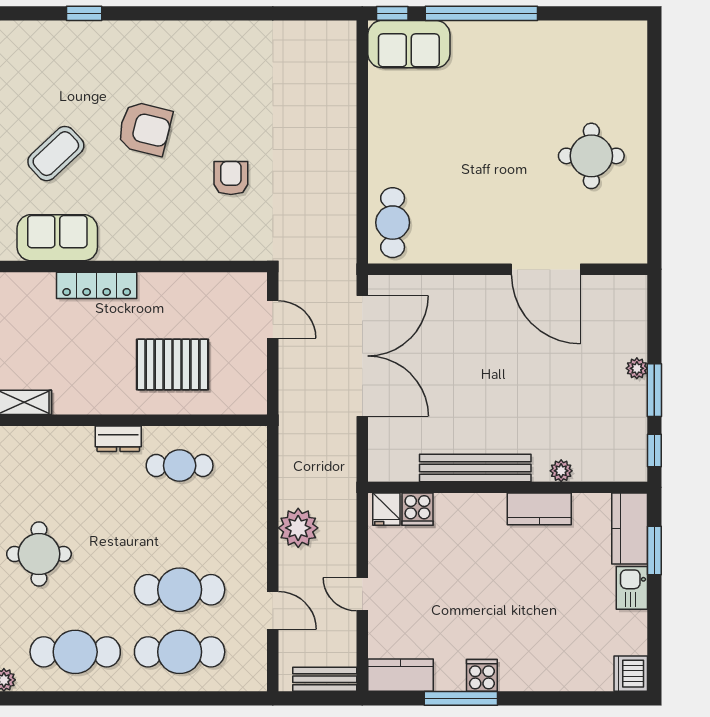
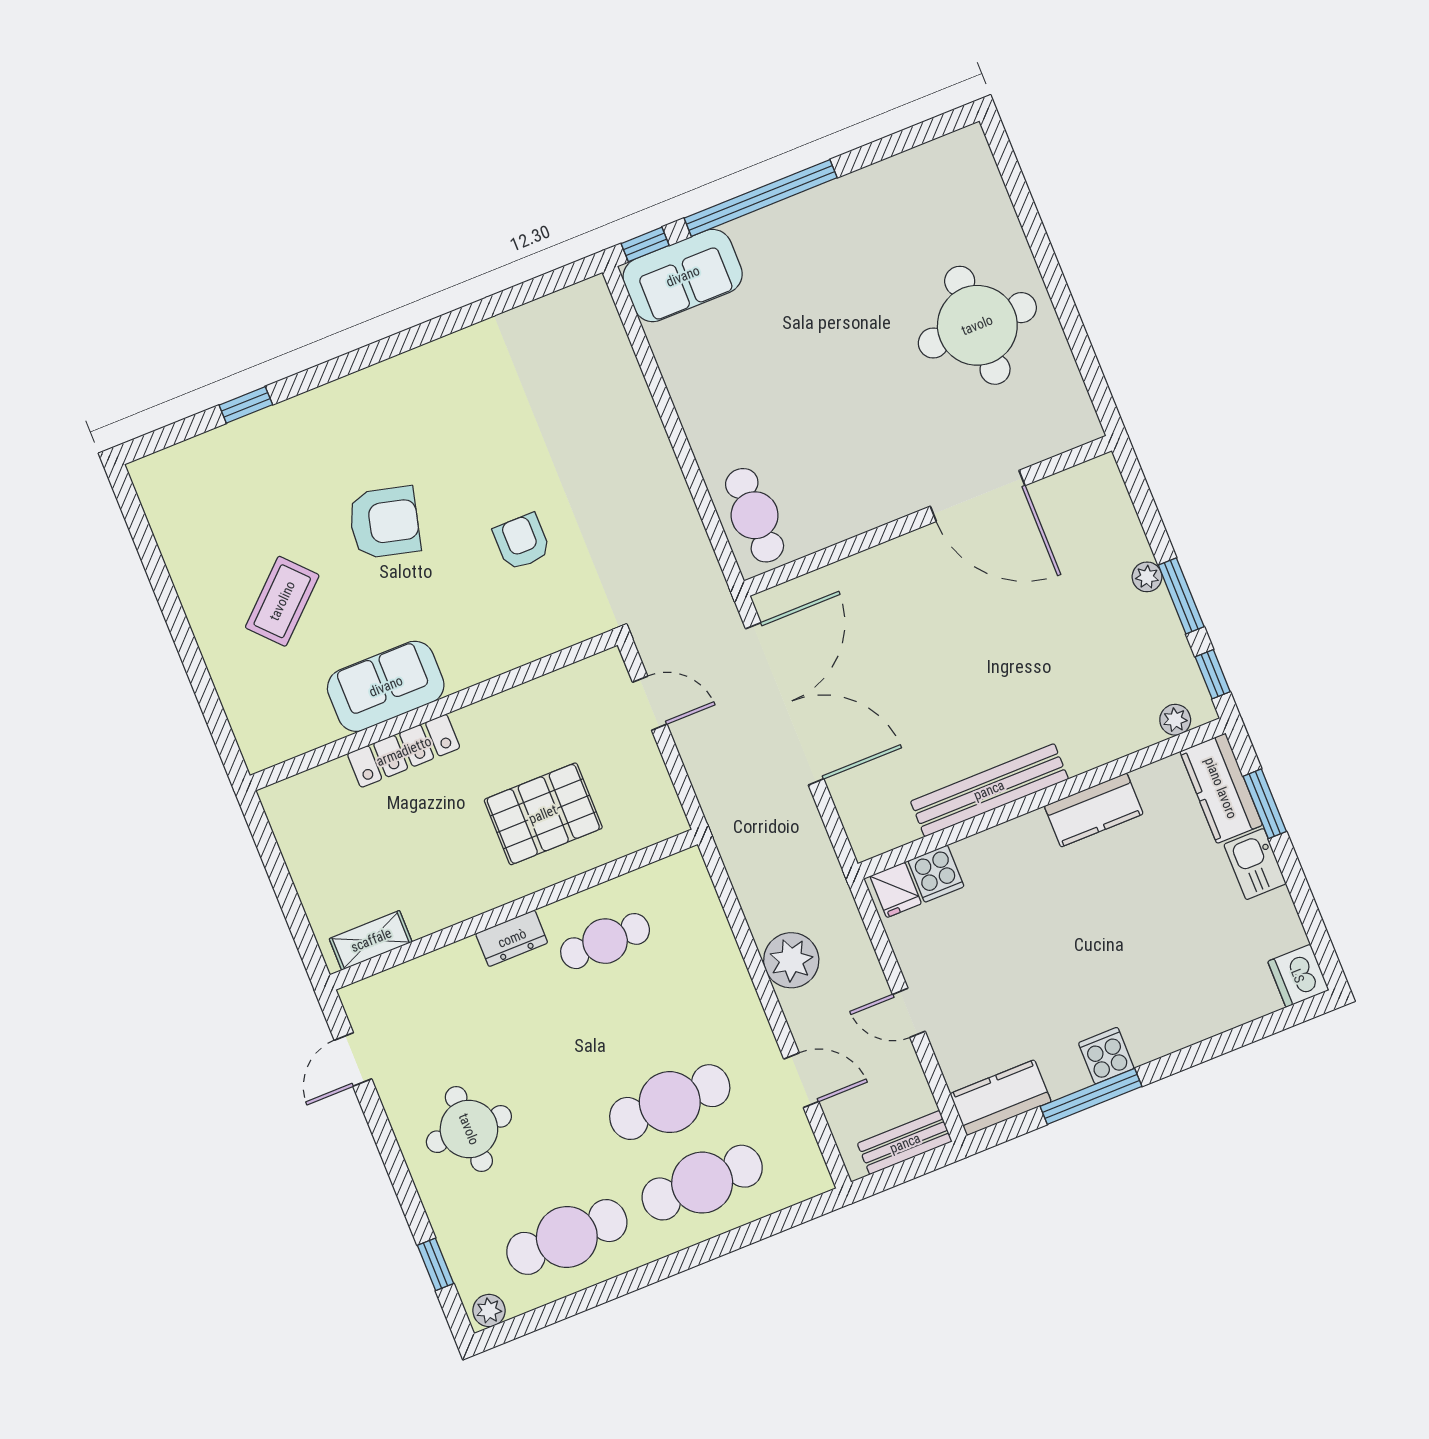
round table: (591, 156) -> (977, 325), width x1.36, depth x1.36
sofa: (57, 238) -> (386, 686), moved
plant: (561, 471) -> (1175, 720), moved

